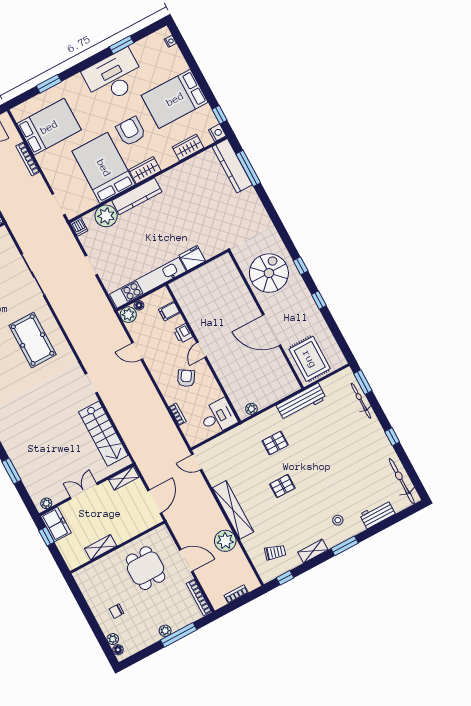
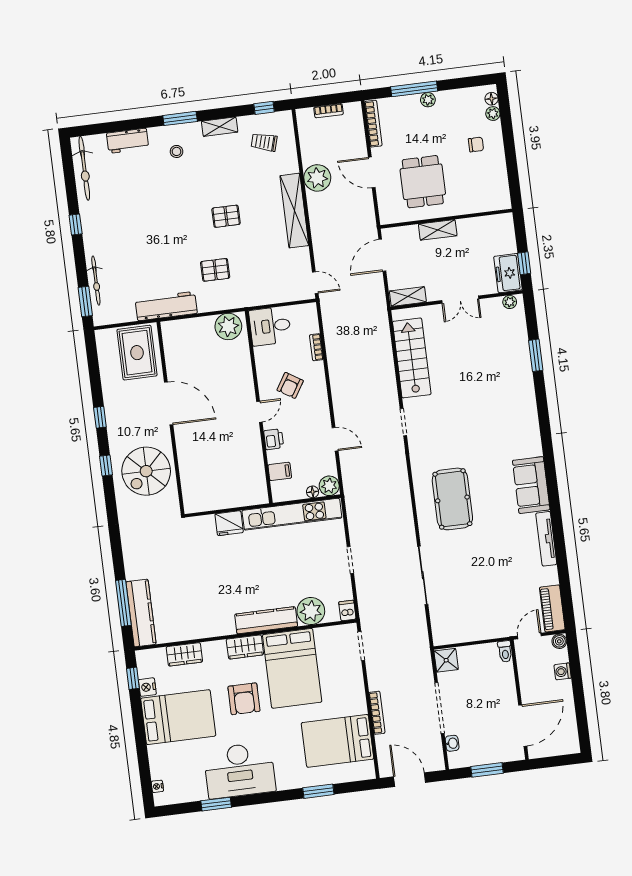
nightstand: (217, 133) -> (147, 687), moved
plant: (251, 409) -> (228, 326), width x1.88, depth x1.88
shelving: (101, 547) -> (438, 230), moved

